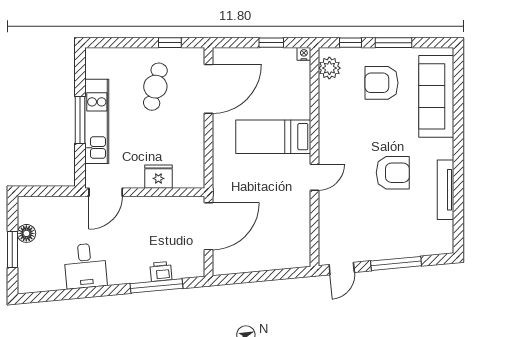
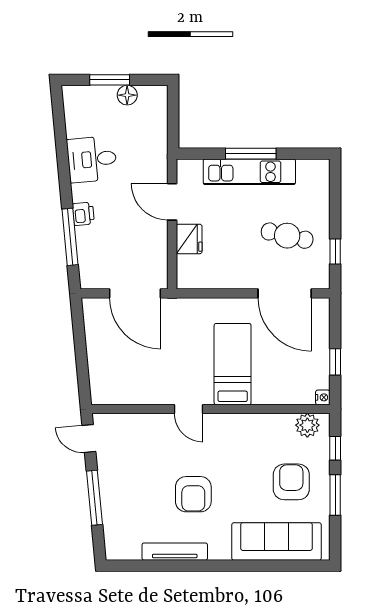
door: (106, 192) -> (172, 202), moved
printer: (161, 271) -> (83, 214), moved

